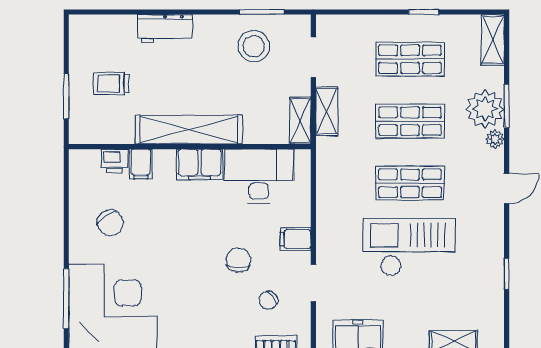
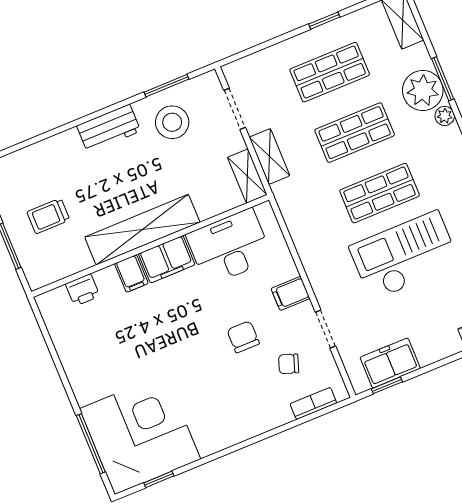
workbench: (165, 29) -> (109, 128), moved
filing cabinet: (141, 164) -> (131, 273), moved
chair: (110, 223) -> (103, 352), removed
chair: (269, 300) -> (289, 364), turned 57

